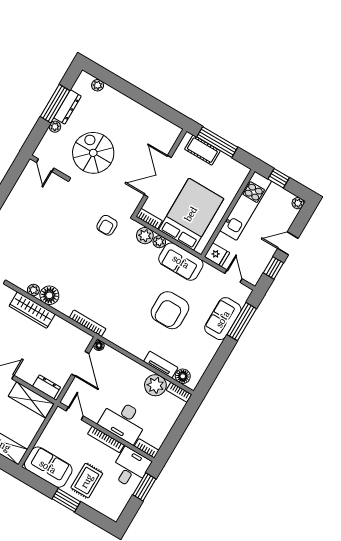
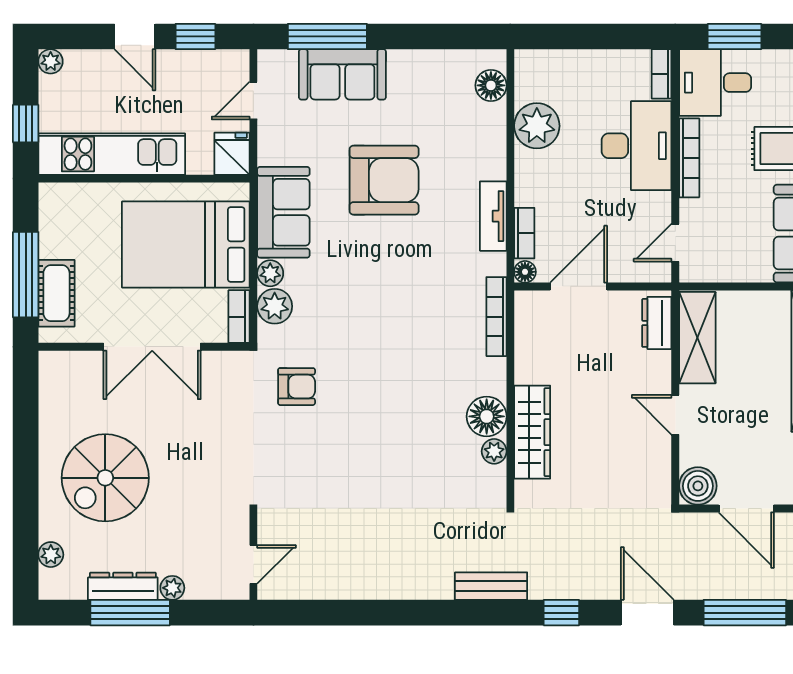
spiral stairs: (93, 153) -> (105, 478), moved
tv unit: (161, 365) -> (493, 216), moved
bookcase: (179, 392) -> (524, 233), moved

